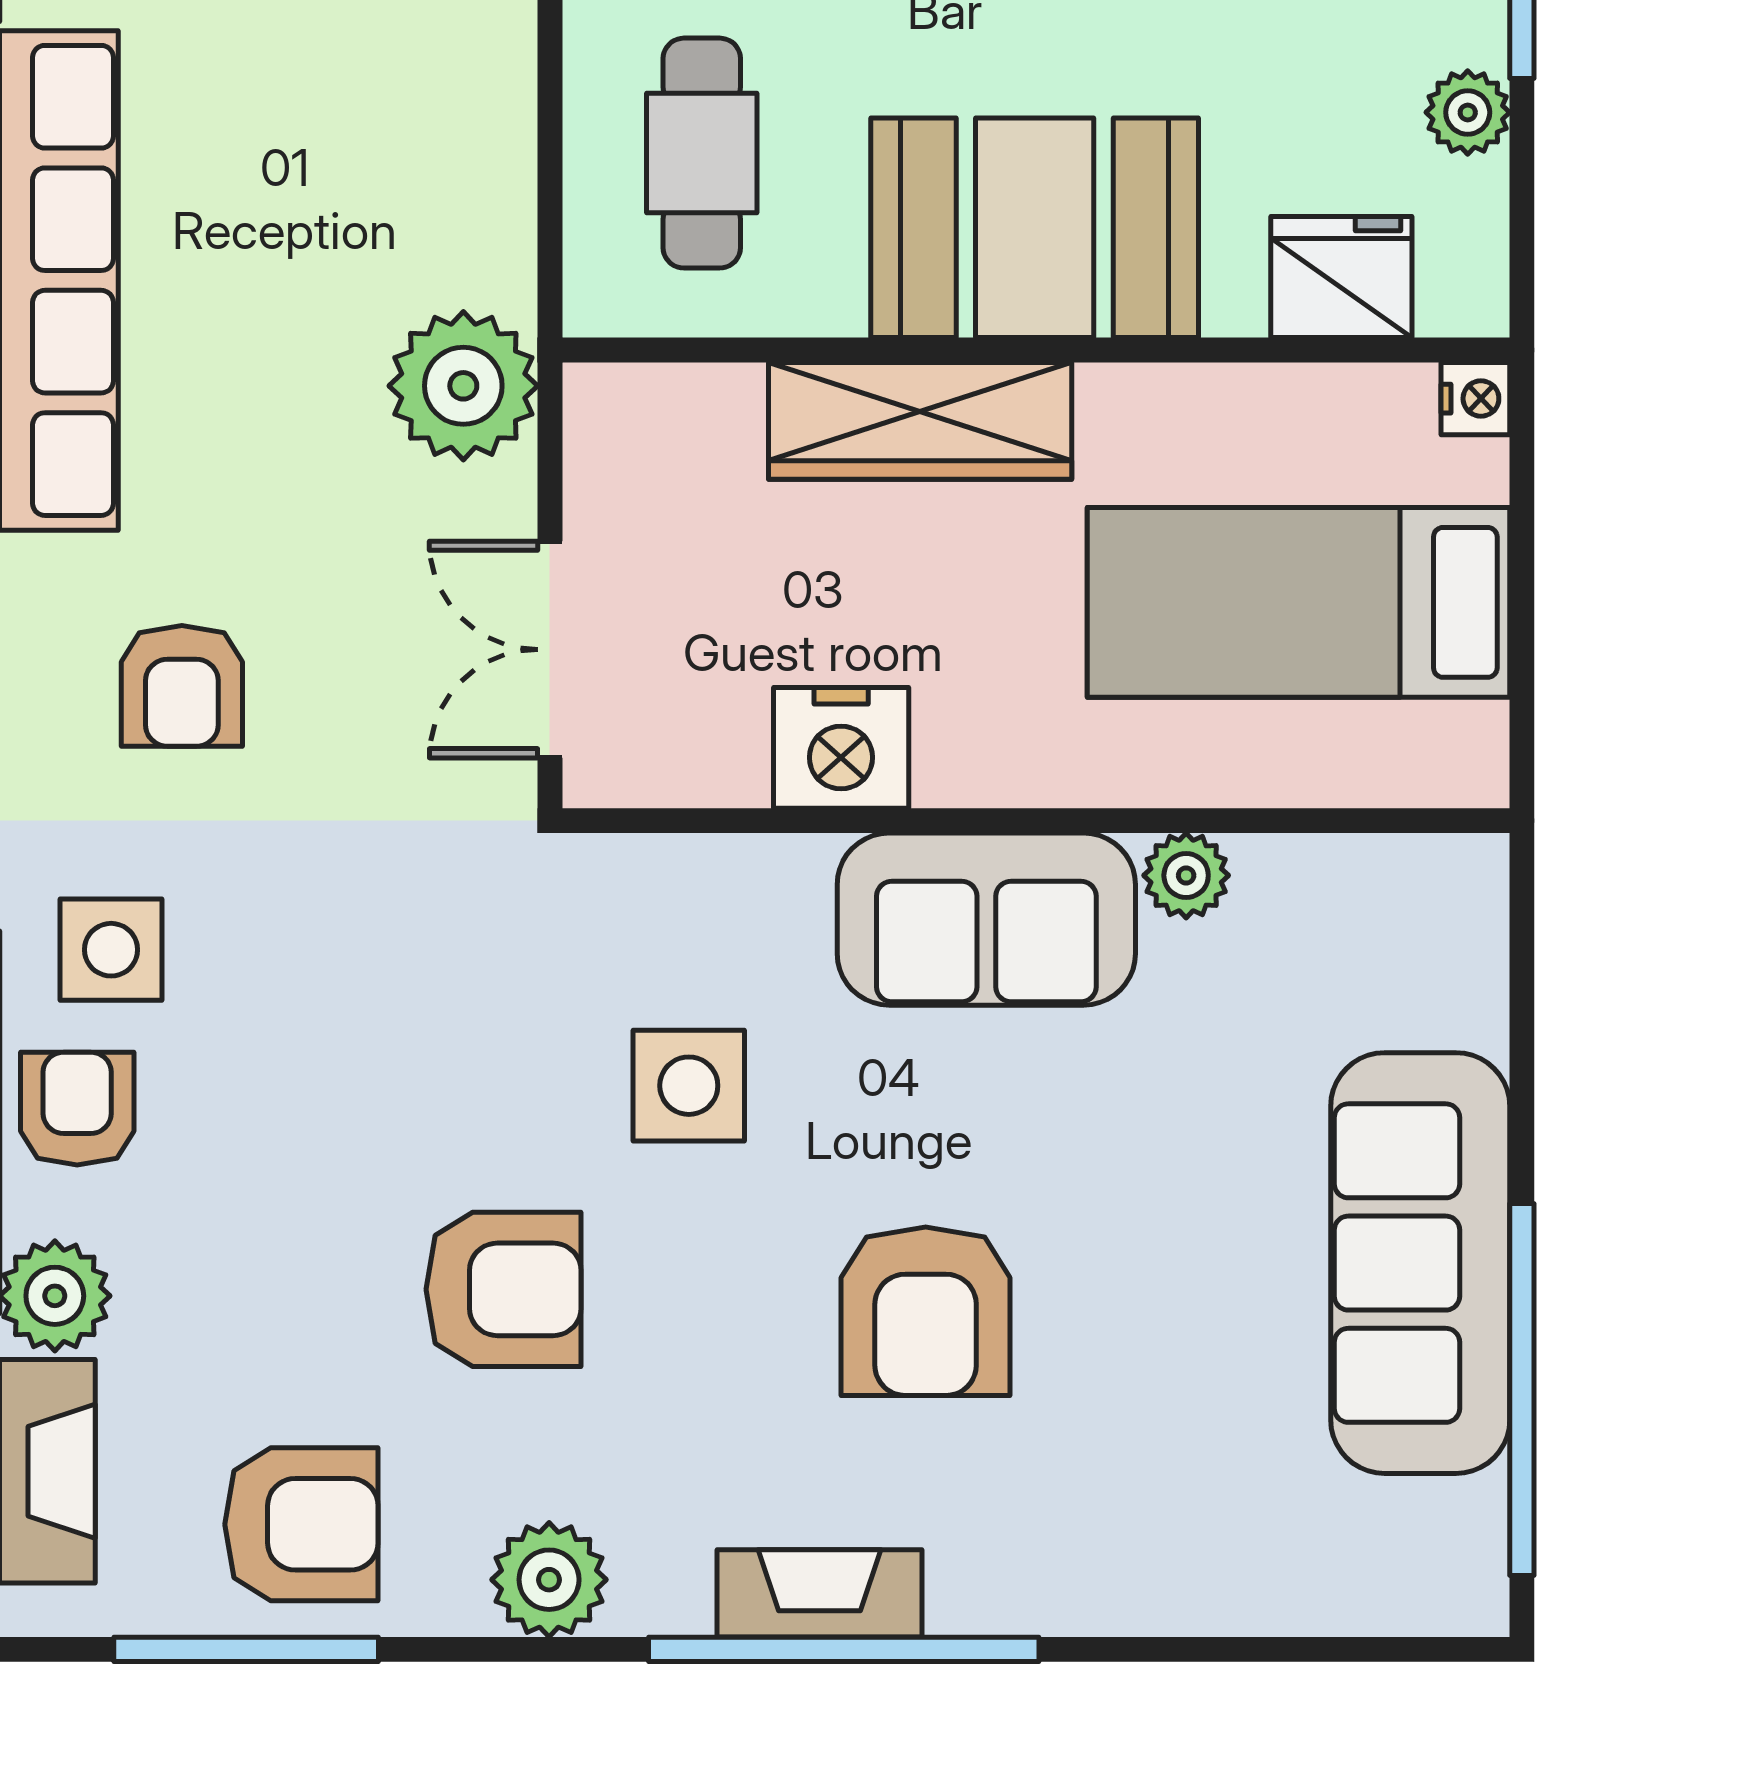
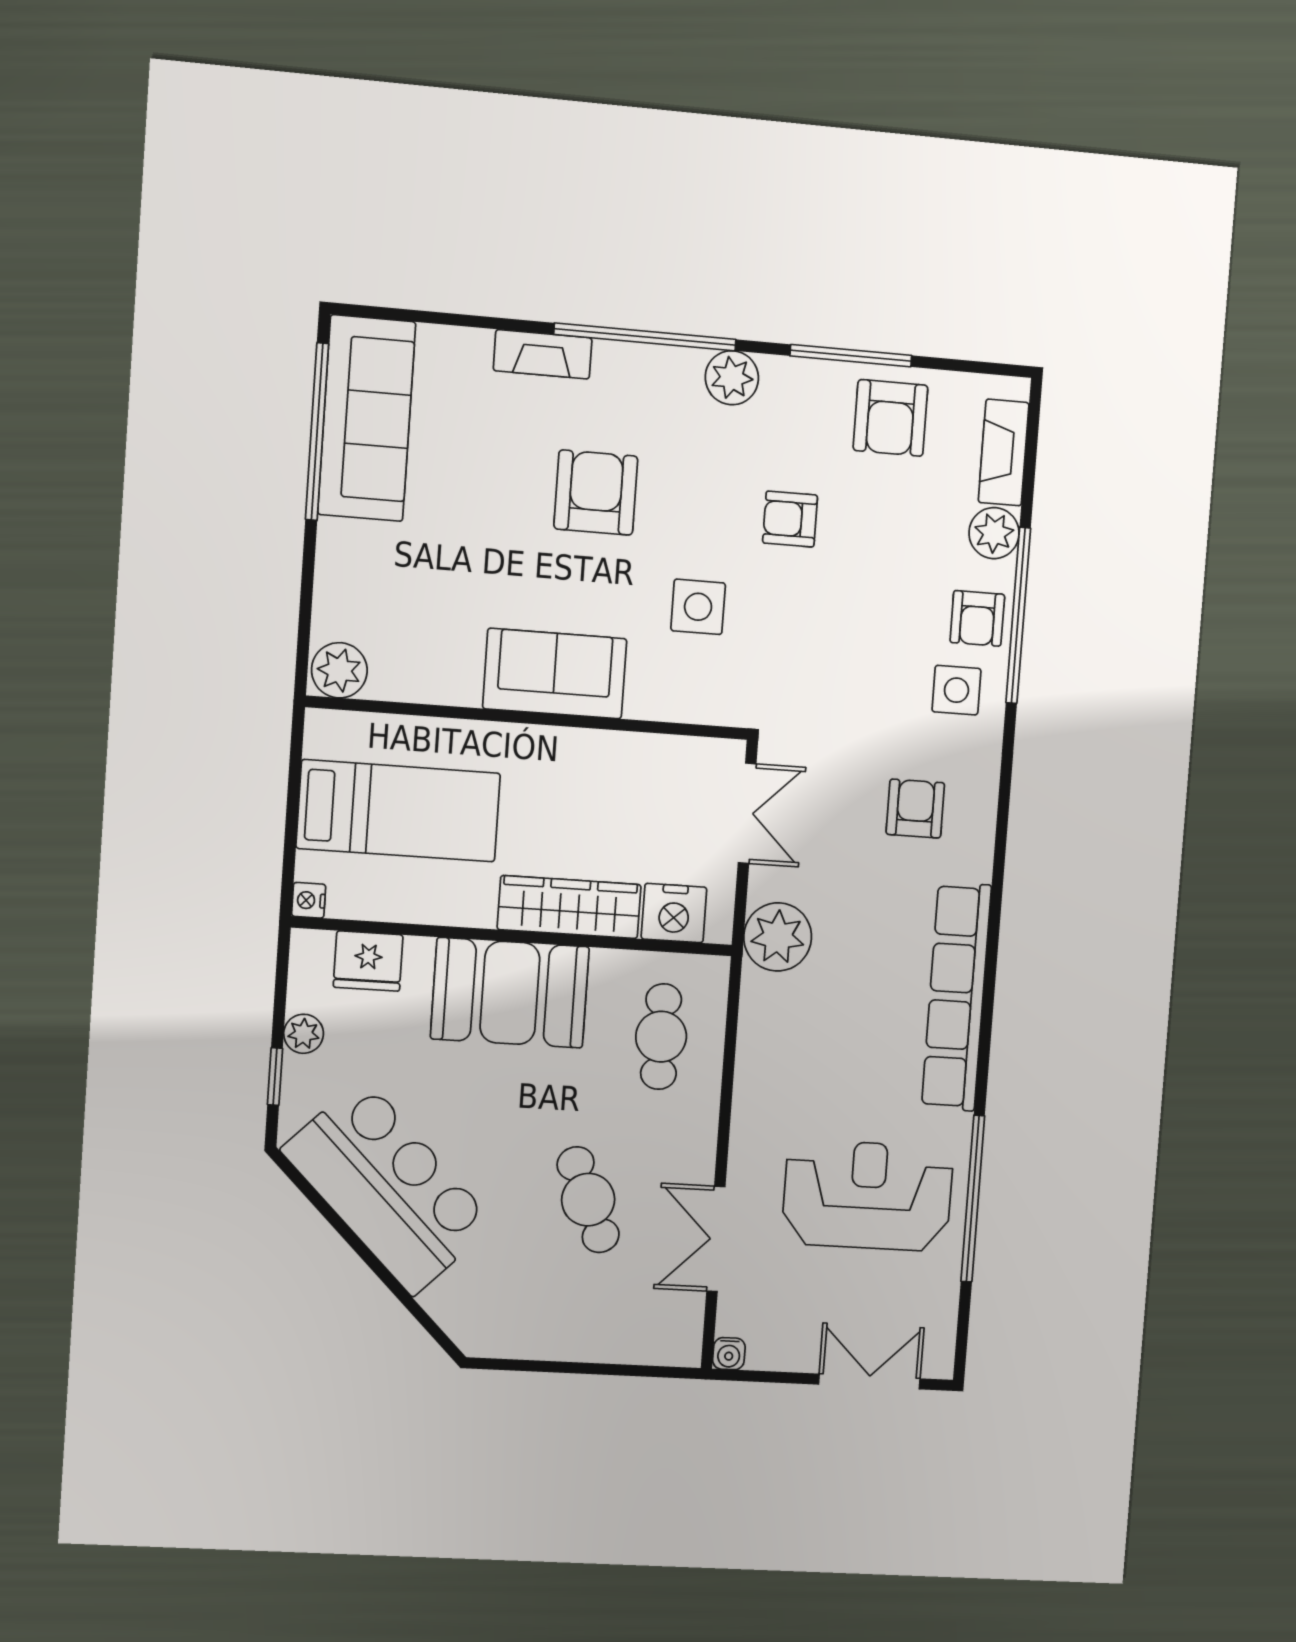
nightstand: (841, 748) -> (674, 913), moved, turned 180
plant: (1186, 875) -> (339, 670), moved, width x1.38, depth x1.38
sofa: (1420, 1263) -> (367, 418), moved
armchair: (504, 1289) -> (790, 519), width x0.72, depth x0.72
armchair: (301, 1524) -> (890, 418), turned -90
plant: (549, 1580) -> (732, 378), moved
fireplace: (820, 1593) -> (543, 354), moved
window: (246, 1649) -> (851, 356), moved

